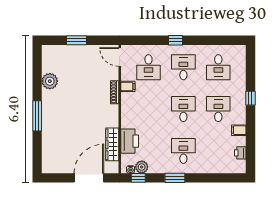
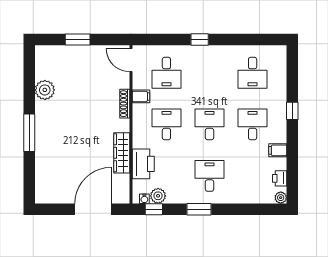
desk: (183, 67) -> (166, 124), moved
wardrobe: (112, 144) -> (122, 153), moved
plant: (241, 169) -> (281, 198), added

